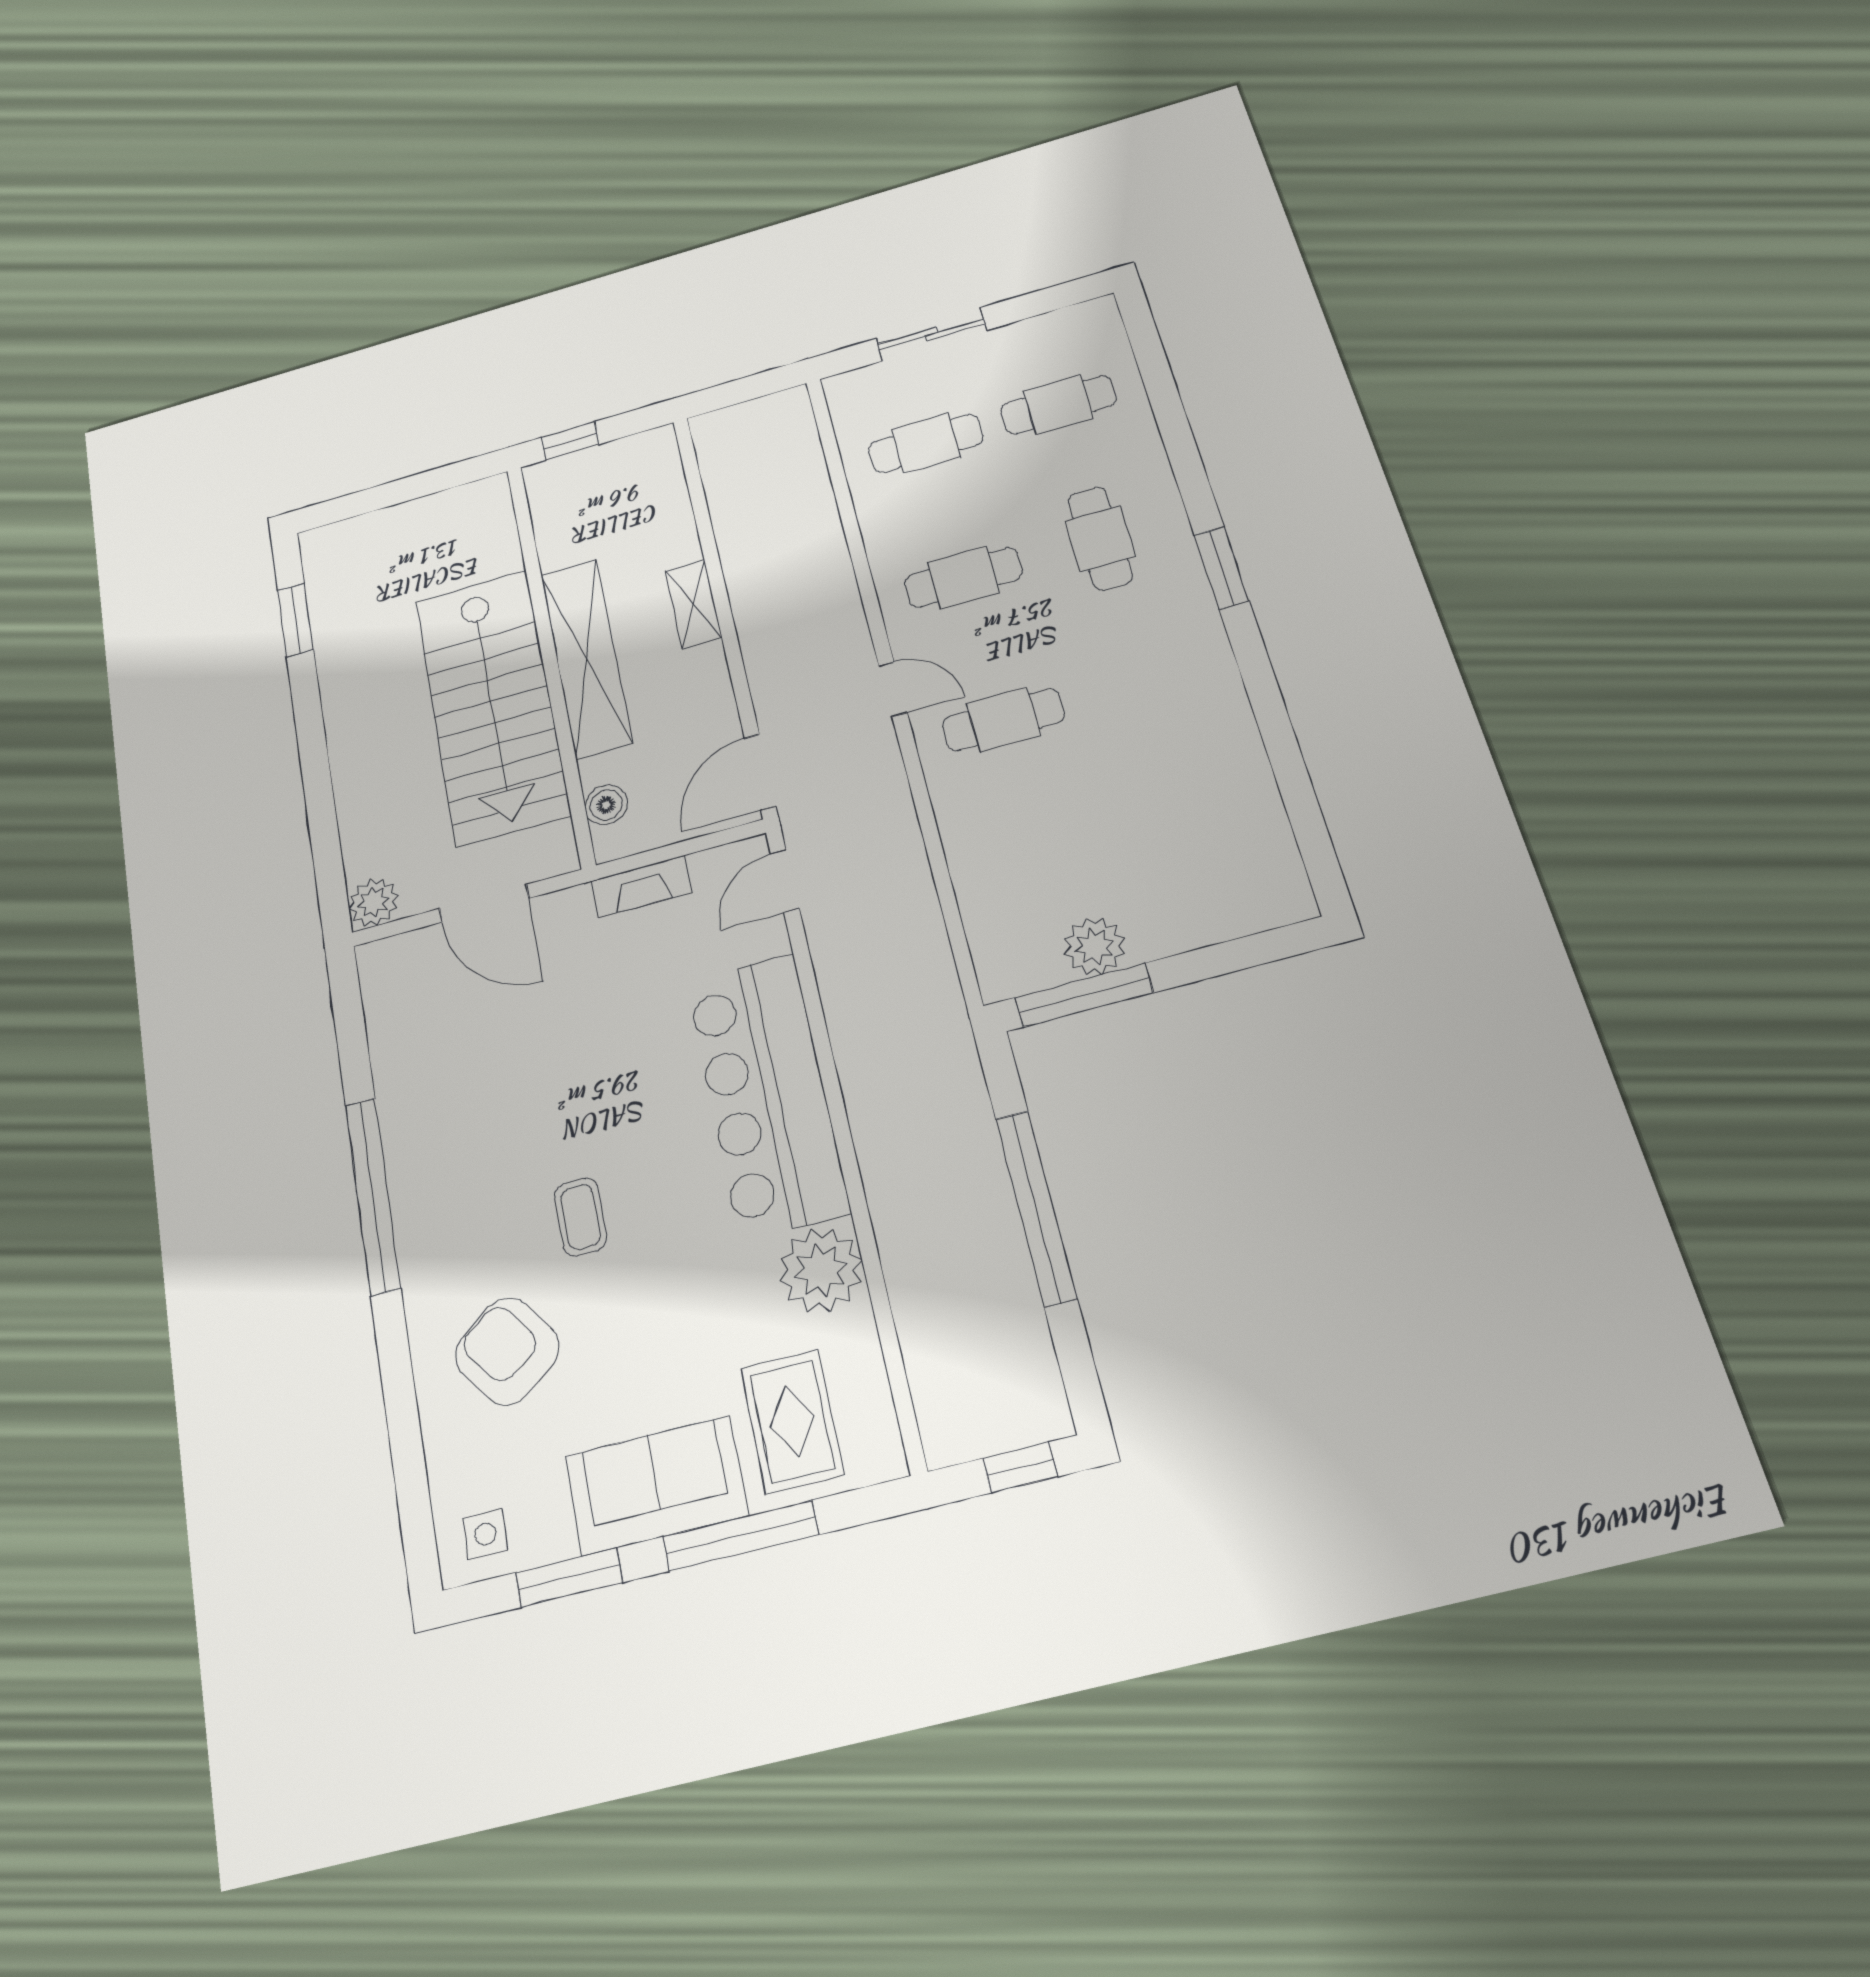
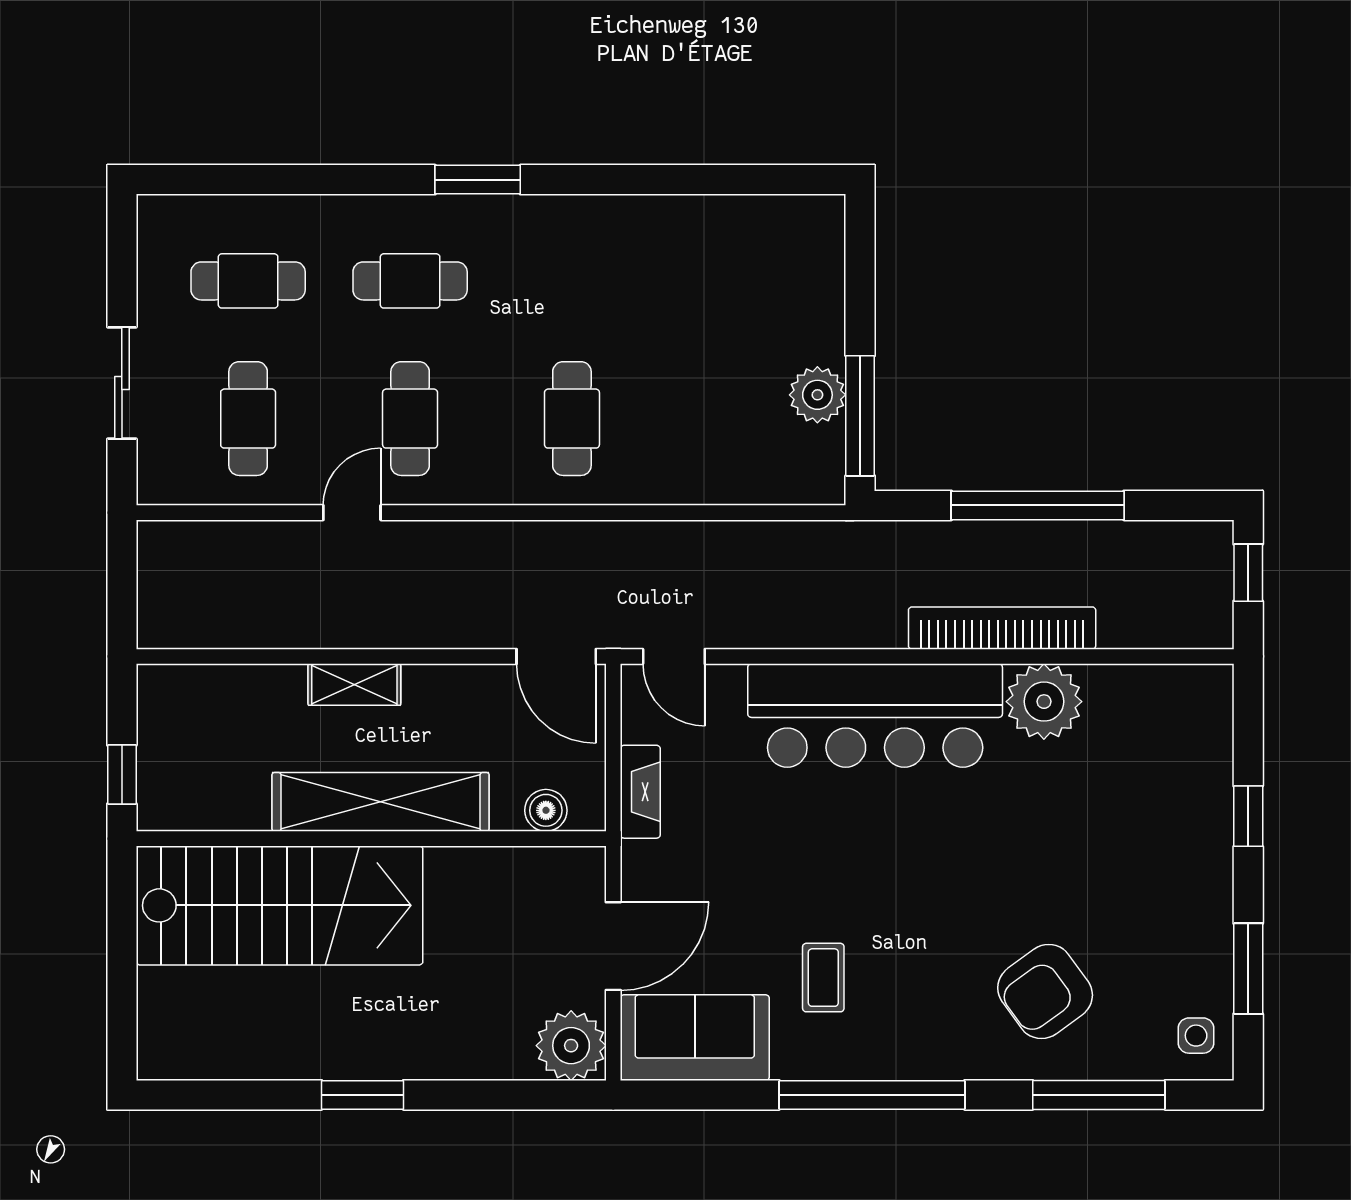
cafe table: (1058, 405) -> (248, 281), turned 90
window: (295, 620) -> (362, 1095), moved
door: (893, 689) -> (352, 513), moved
stairs: (492, 706) -> (280, 905), moved
plant: (373, 902) -> (571, 1046), width x1.36, depth x1.36
bookcase: (891, 1204) -> (1002, 628), added
coffee table: (581, 1217) -> (823, 978), moved, turned 90
rug: (792, 1421) -> (1166, 753), removed
window: (405, 1439) -> (1099, 1095), added
sofa: (656, 1486) -> (695, 1038), moved, turned 90
window: (741, 1536) -> (1248, 816), width x0.46

